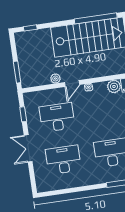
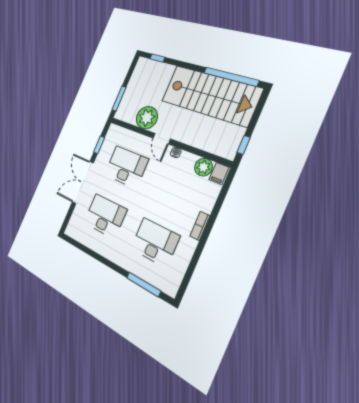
plant: (55, 78) -> (147, 118), width x1.88, depth x1.88
door: (72, 83) -> (162, 139), hinge flipped
double door: (28, 148) -> (83, 183), width x1.37

